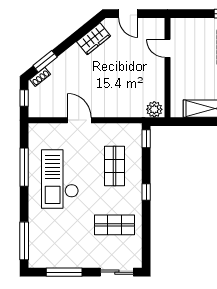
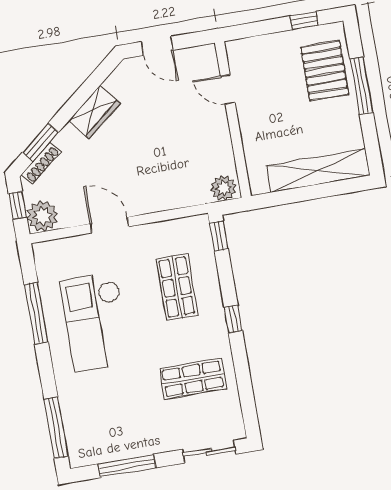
wardrobe: (94, 39) -> (94, 112), moved
shoe rack: (40, 77) -> (41, 163), width x1.43
plant: (38, 107) -> (42, 216), added

